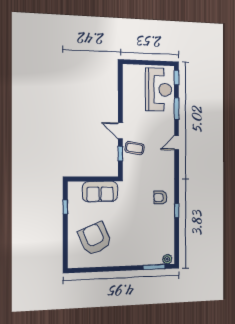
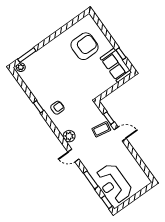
door: (177, 143) -> (73, 156), swing flipped
plant: (168, 163) -> (69, 136), added
sofa: (100, 191) -> (116, 65), moved, turned -90
armchair: (95, 239) -> (85, 46), turned -67

